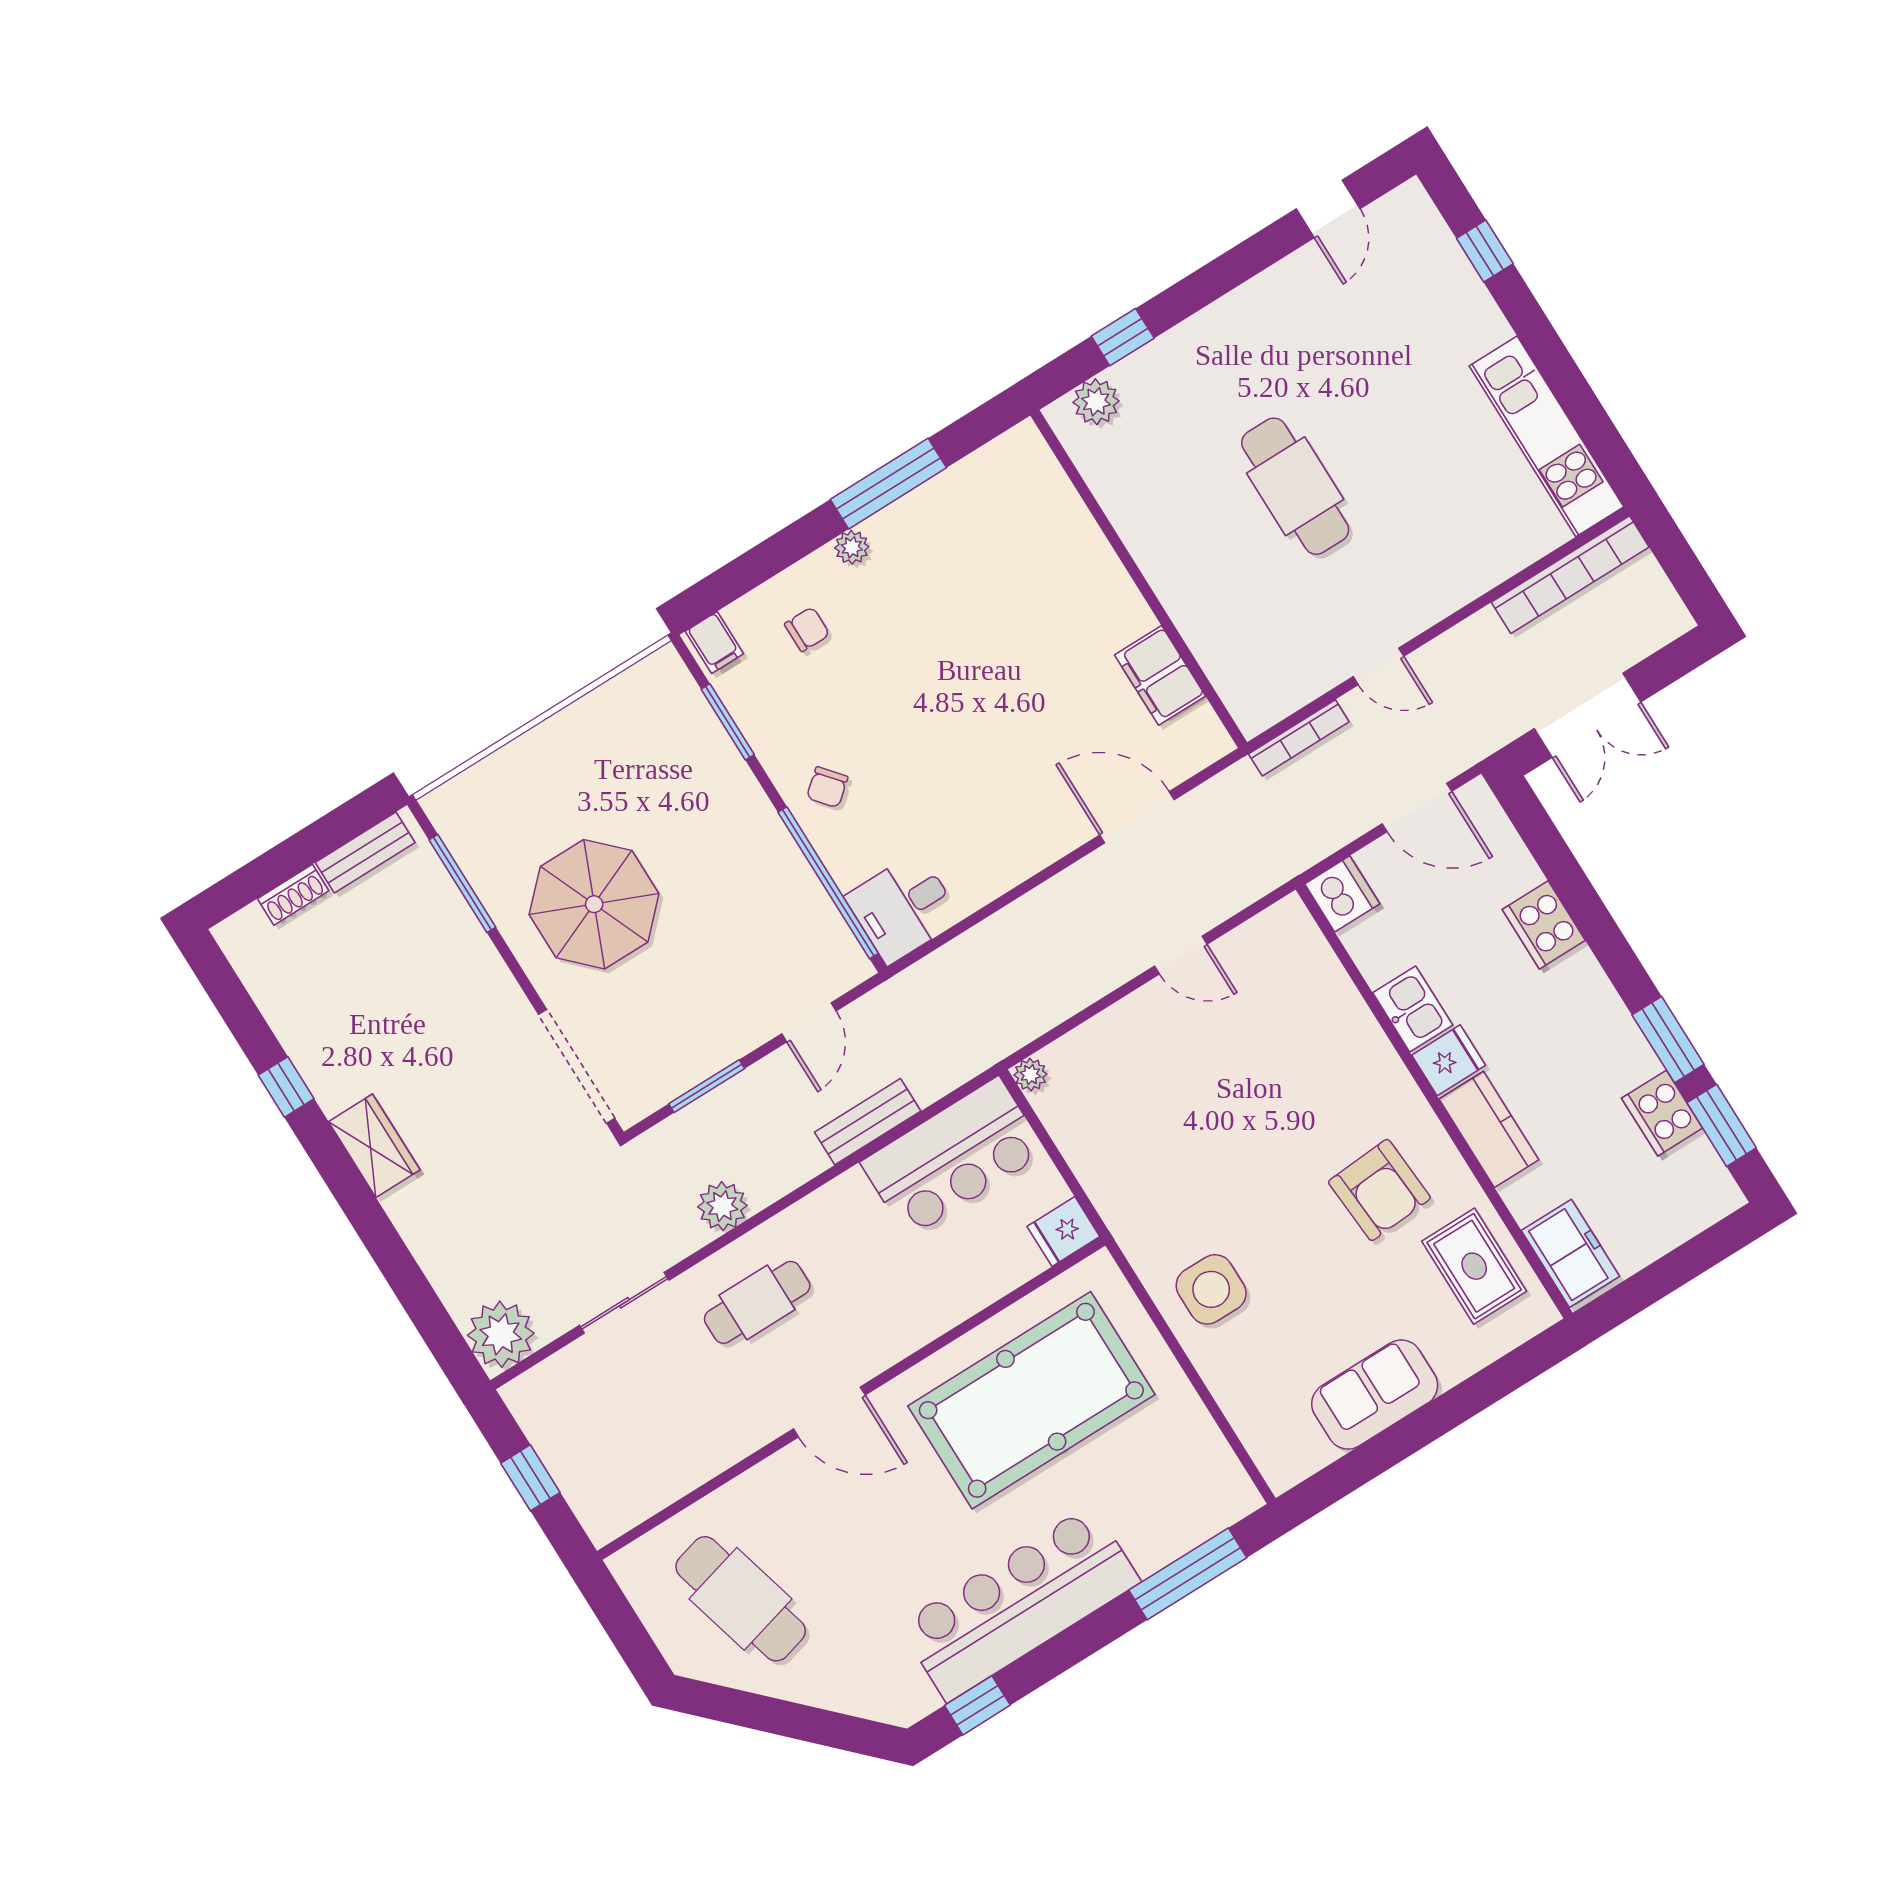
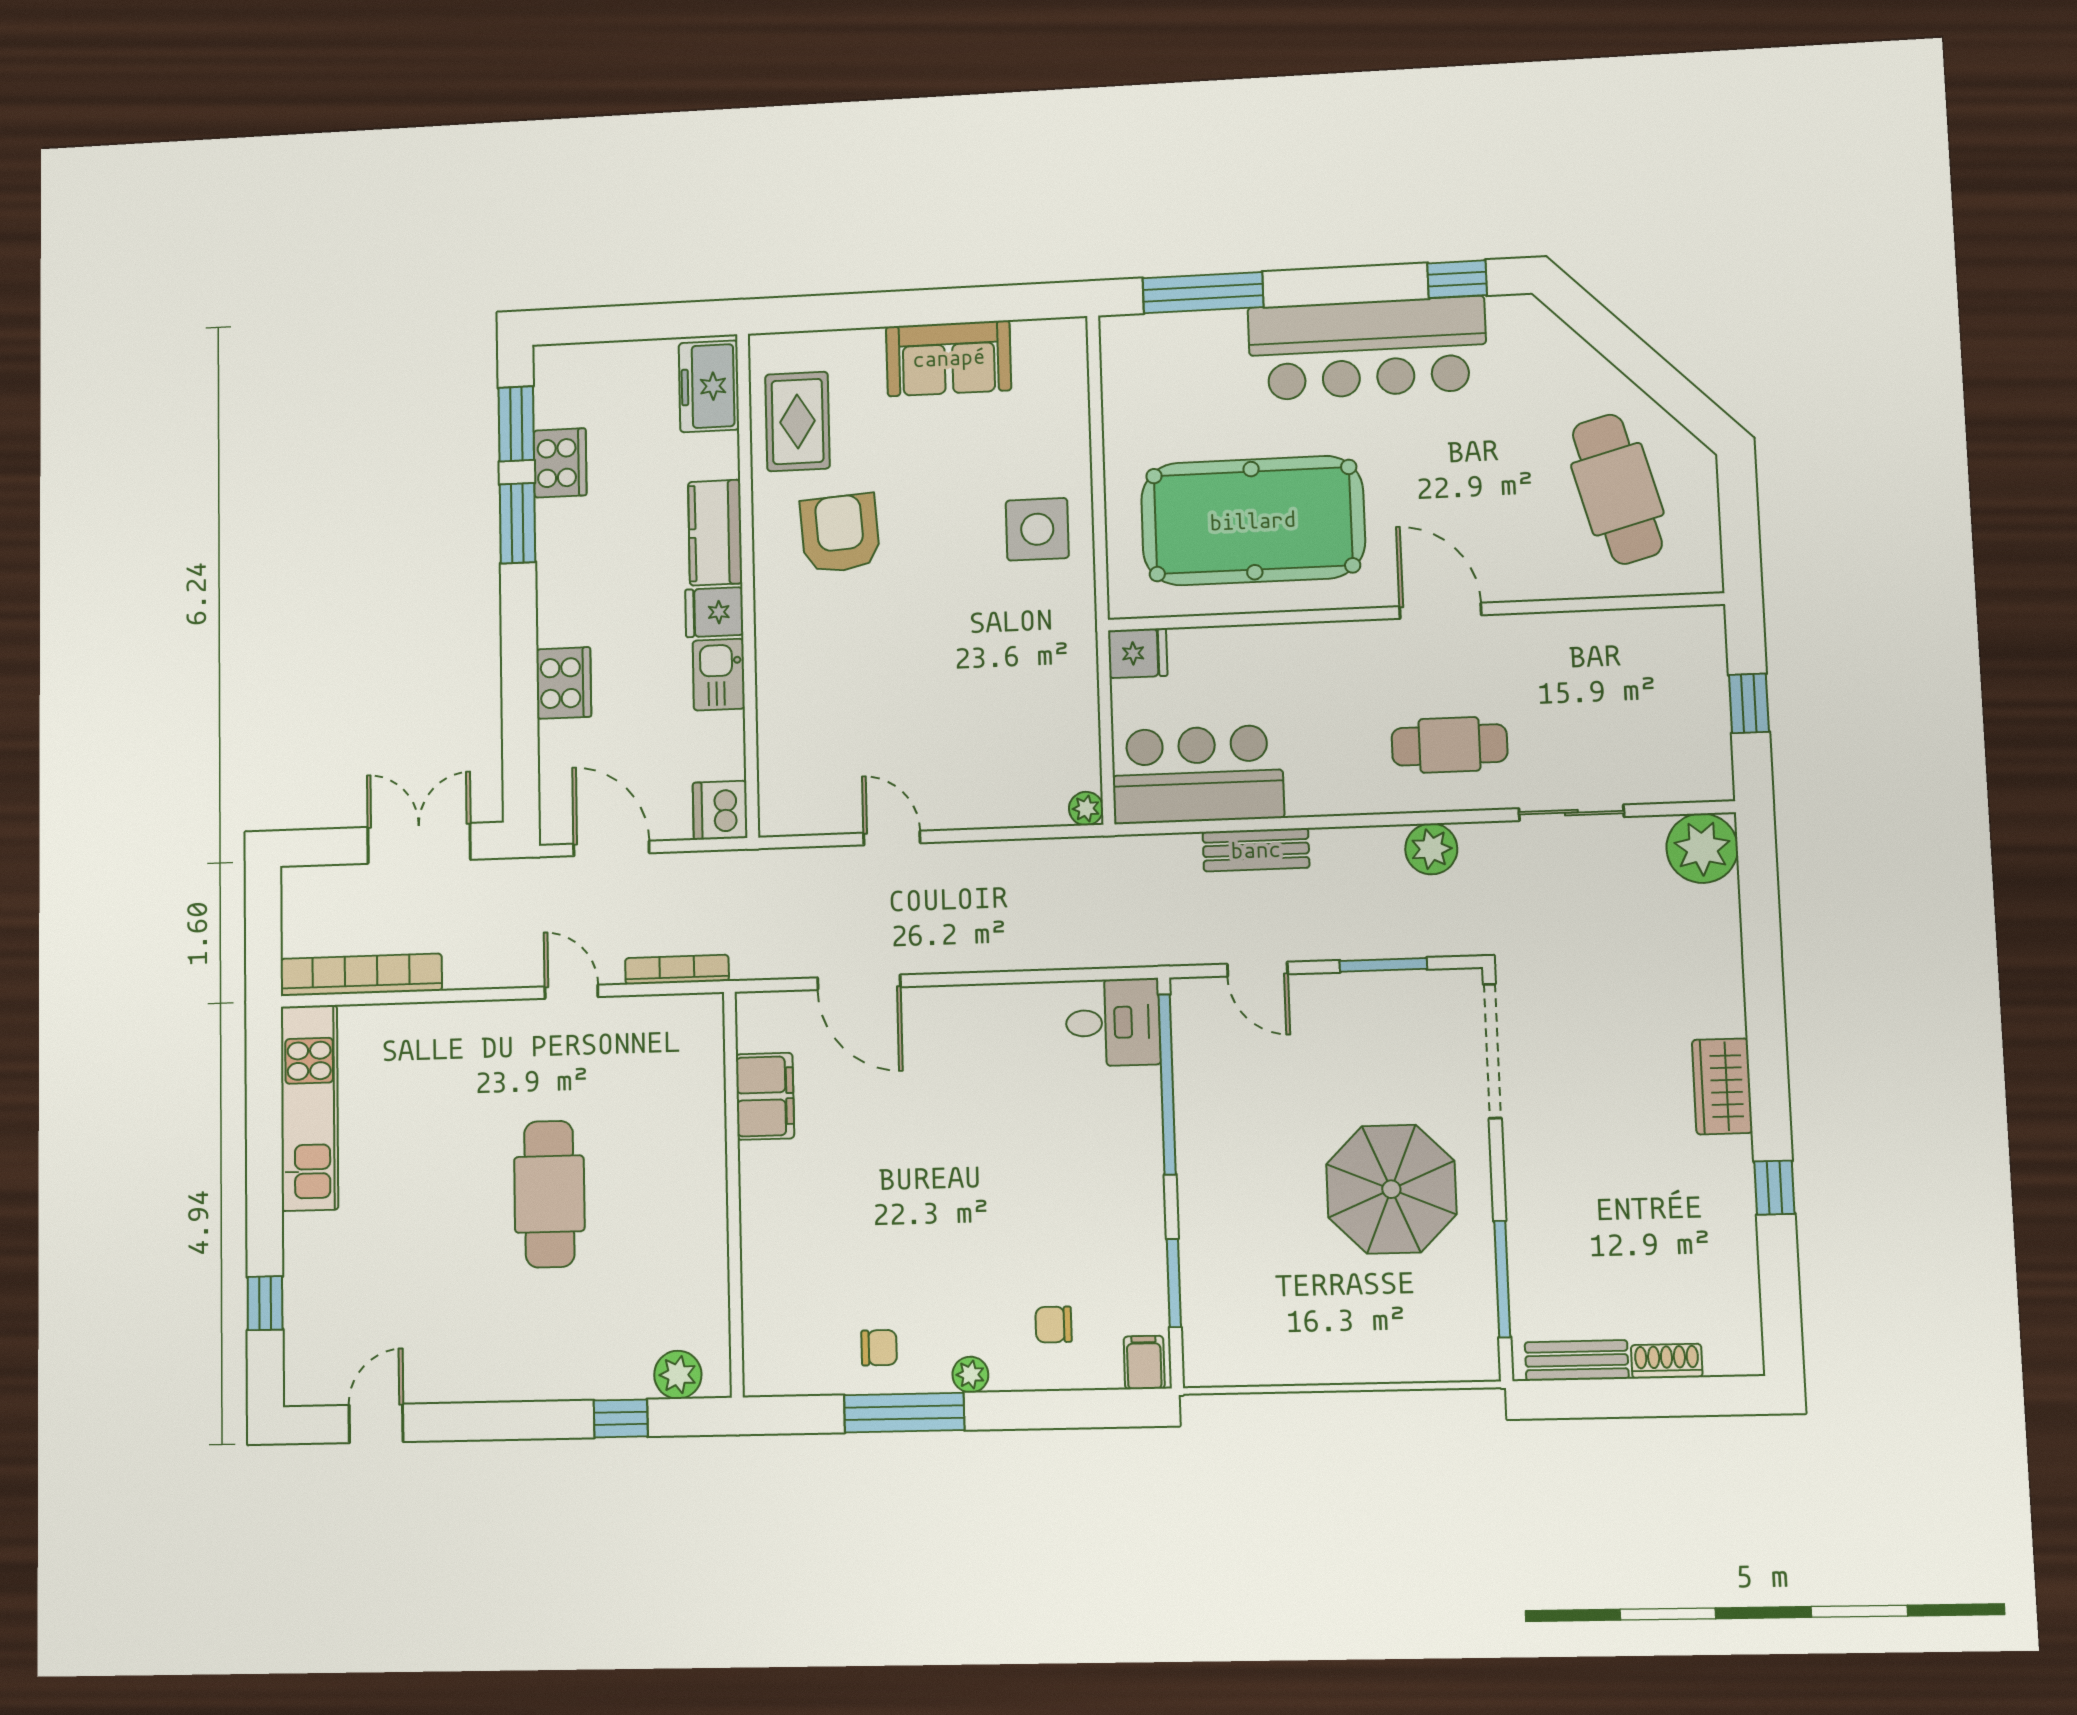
chair: (827, 787) -> (879, 1348), moved, turned 40
door: (809, 1022) -> (1257, 969), swing flipped

